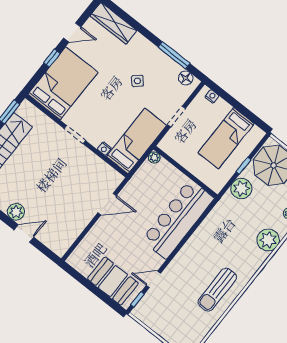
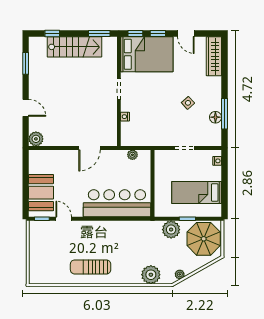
floor lamp: (186, 78) -> (215, 117), moved
window: (36, 79) -> (135, 34), added
bed: (137, 141) -> (147, 134), removed
plant: (154, 158) -> (132, 155), moved
door: (107, 204) -> (89, 148), hinge flipped
plant: (16, 212) -> (36, 139), moved

